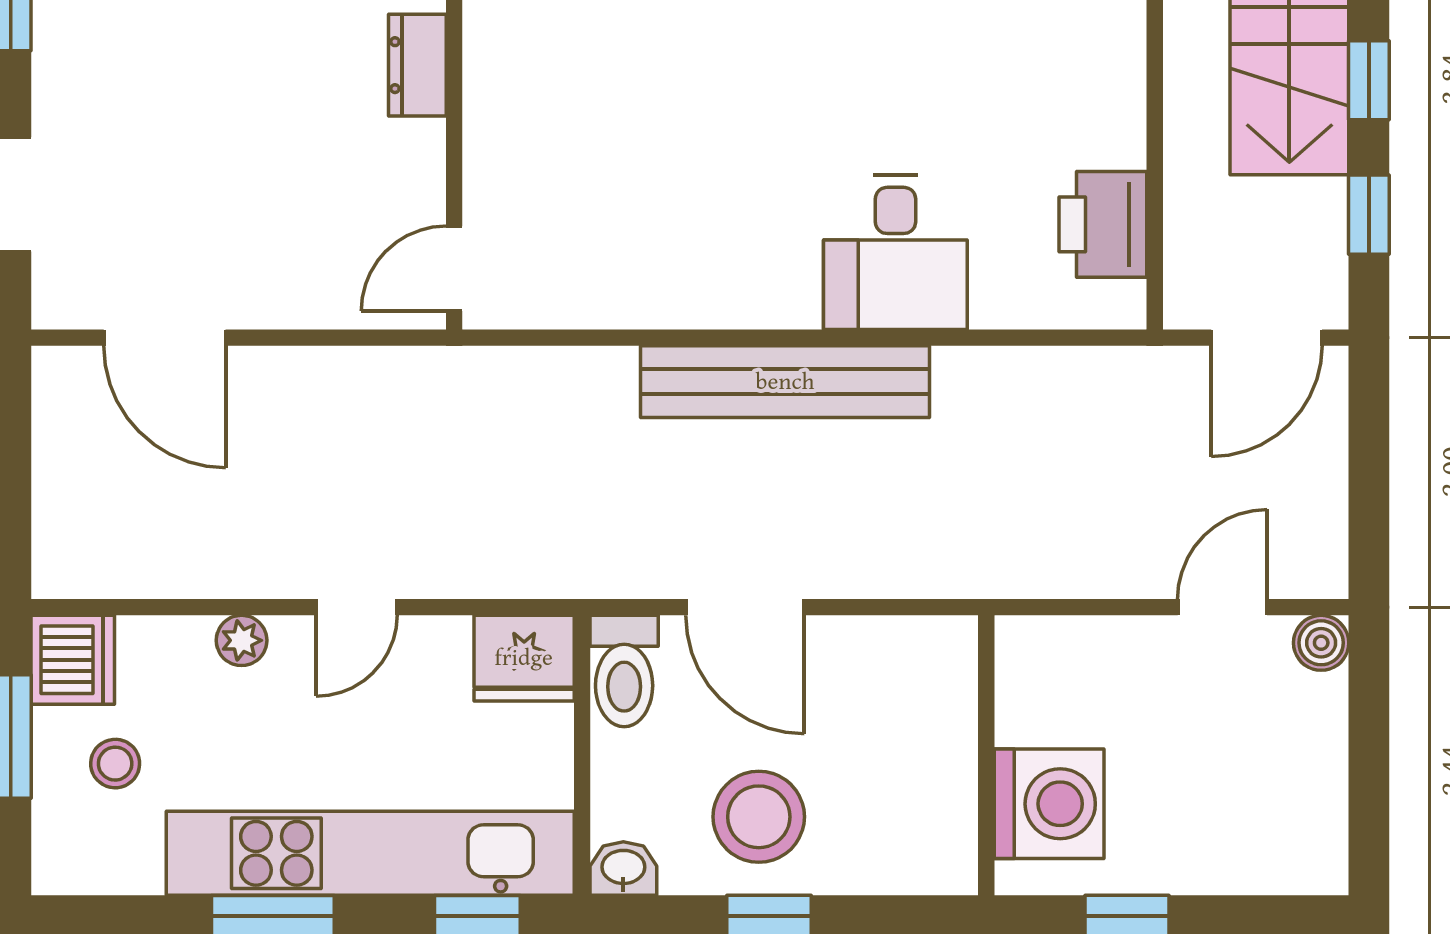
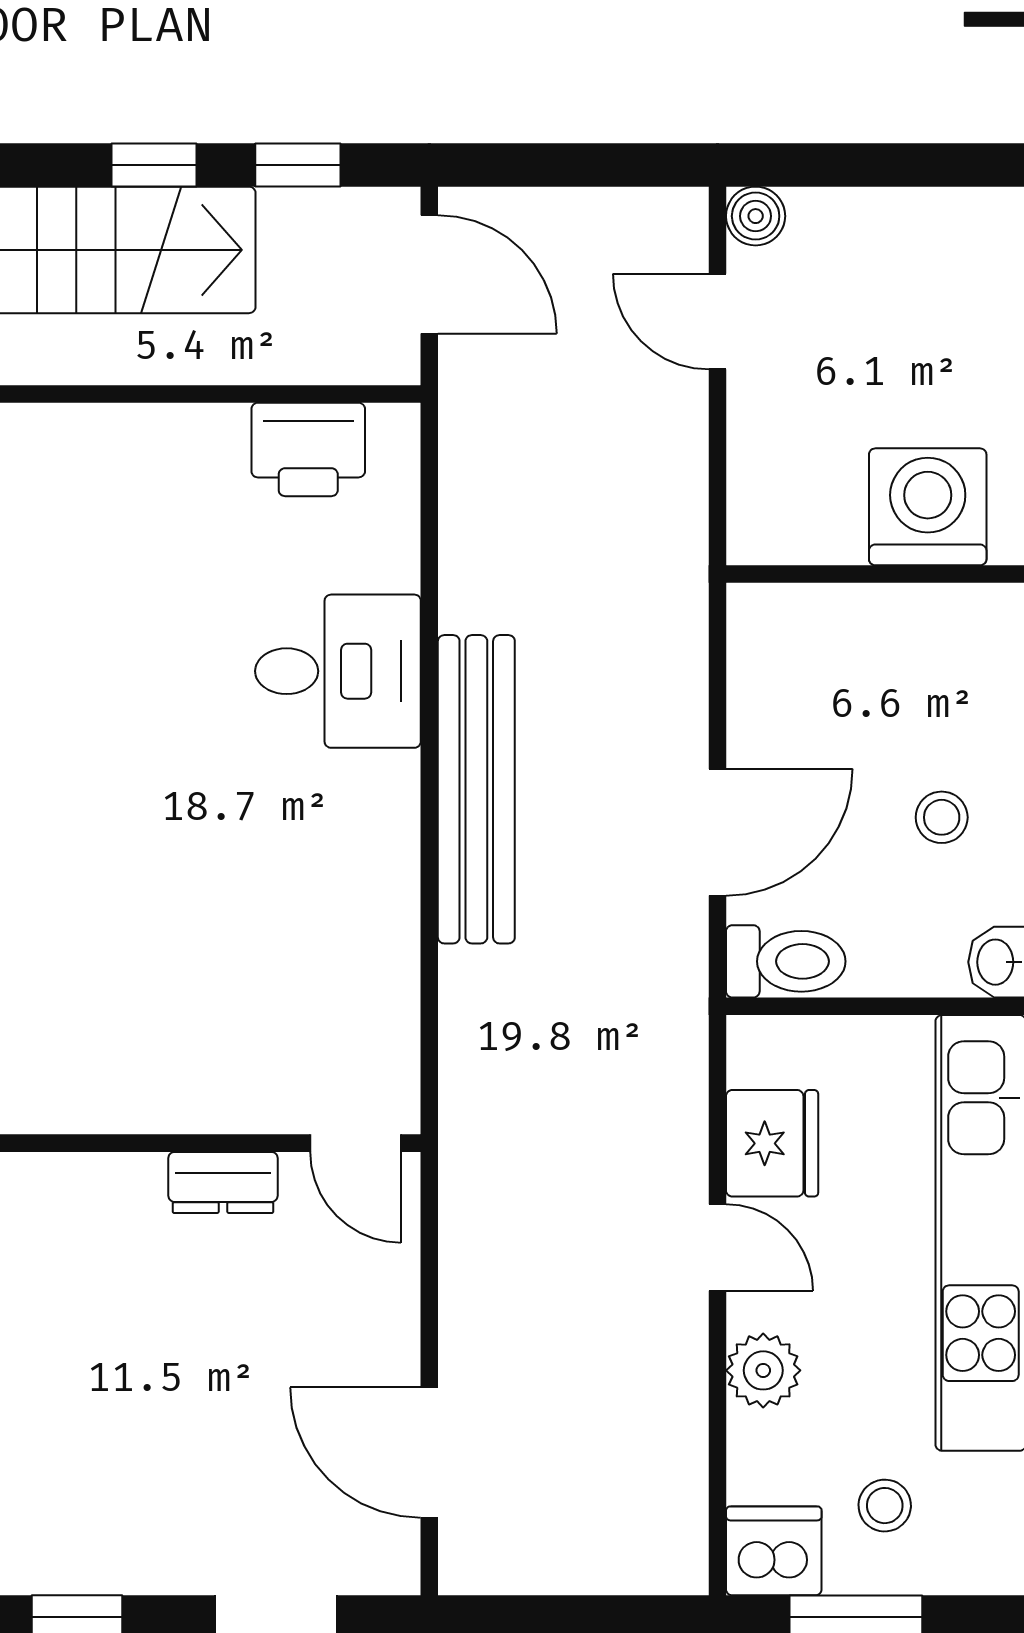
dresser: (417, 65) -> (223, 1182), moved
door: (165, 338) -> (429, 1453), swing flipped
plant: (242, 640) -> (763, 1370), width x1.38, depth x1.38
fridge: (524, 658) -> (772, 1143), moved
stool: (759, 817) -> (942, 817), width x0.53, depth x0.53

